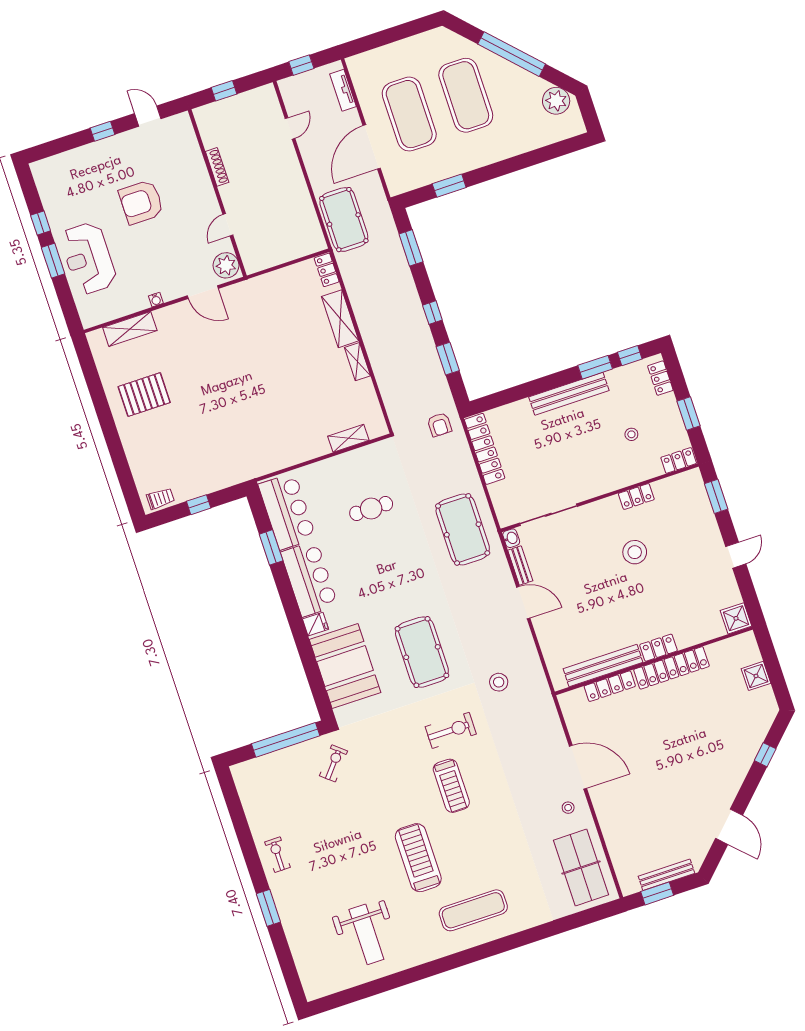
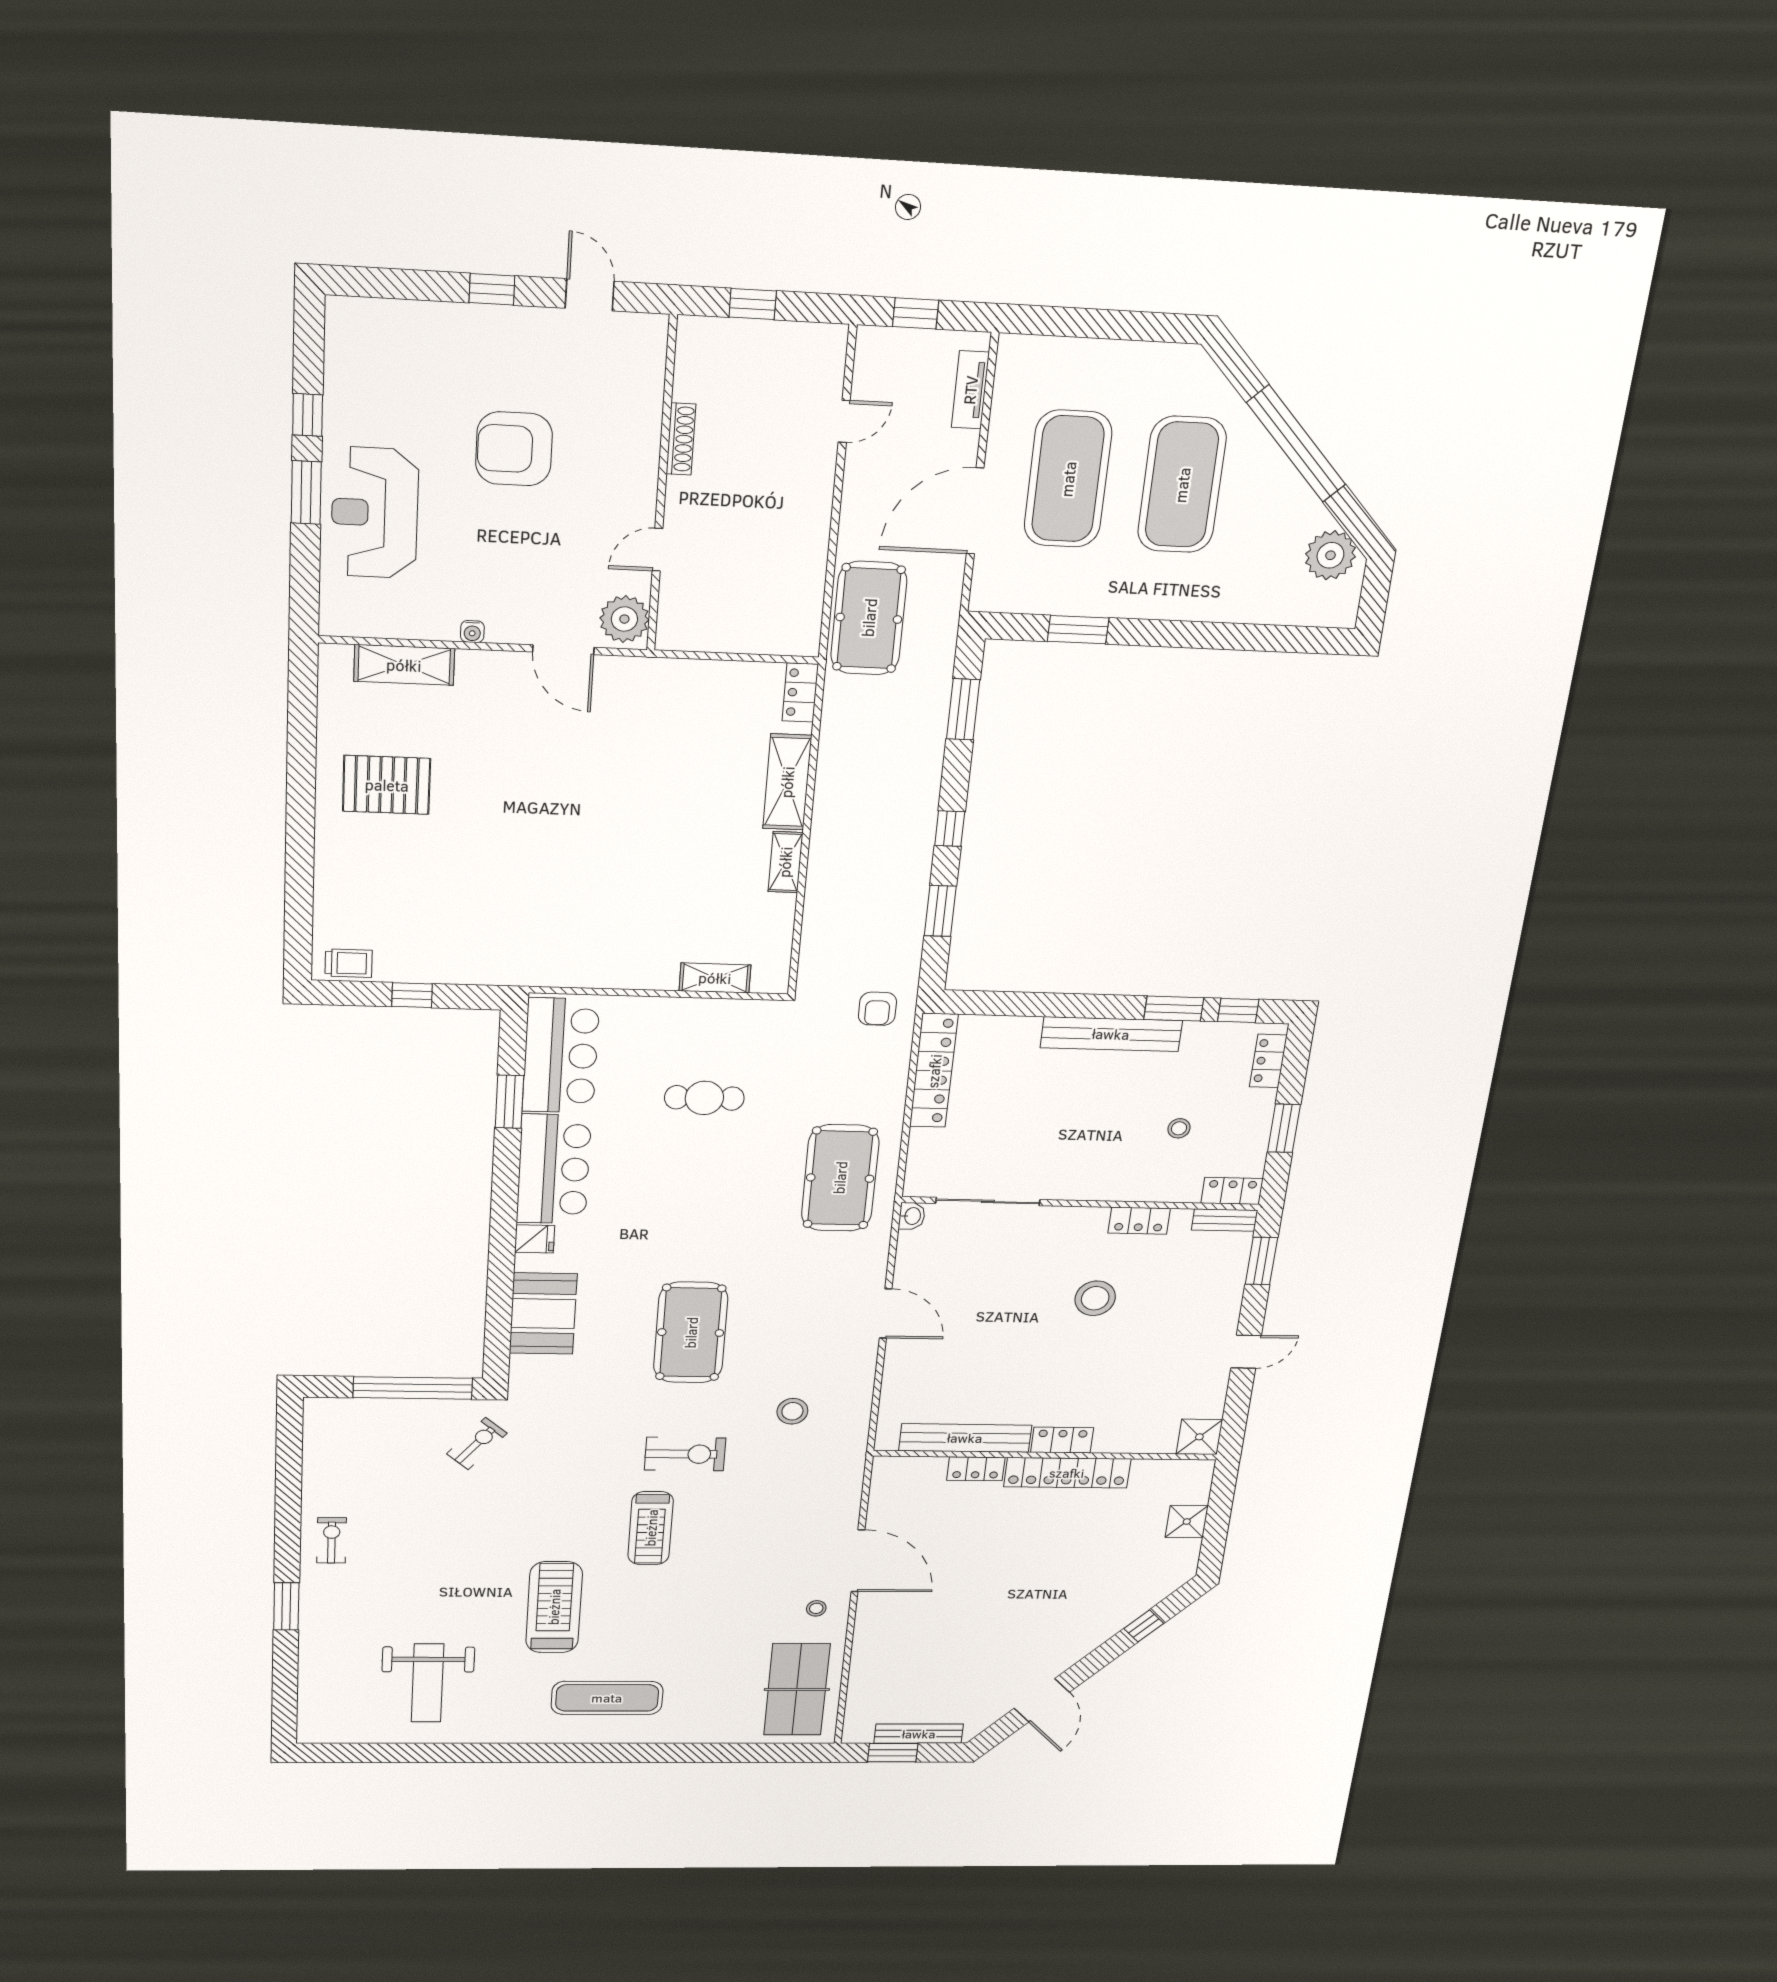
bench: (520, 565) -> (1225, 1220), moved, turned 90
booth: (345, 666) -> (543, 1314), width x0.73, depth x0.70
locker: (610, 686) -> (976, 1469), width x0.66

